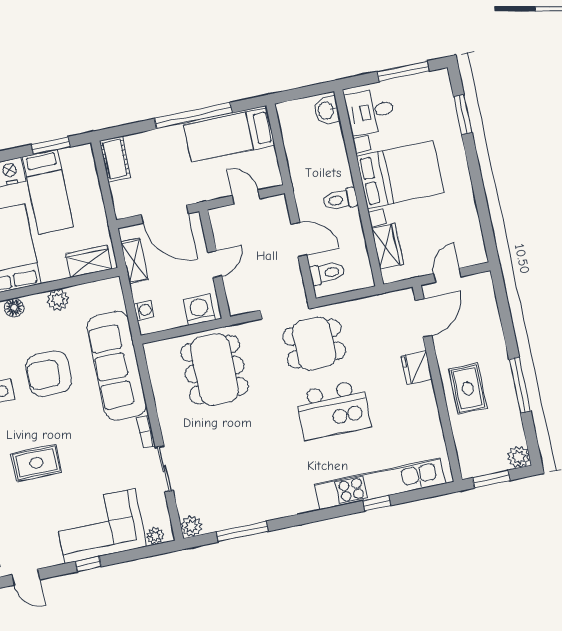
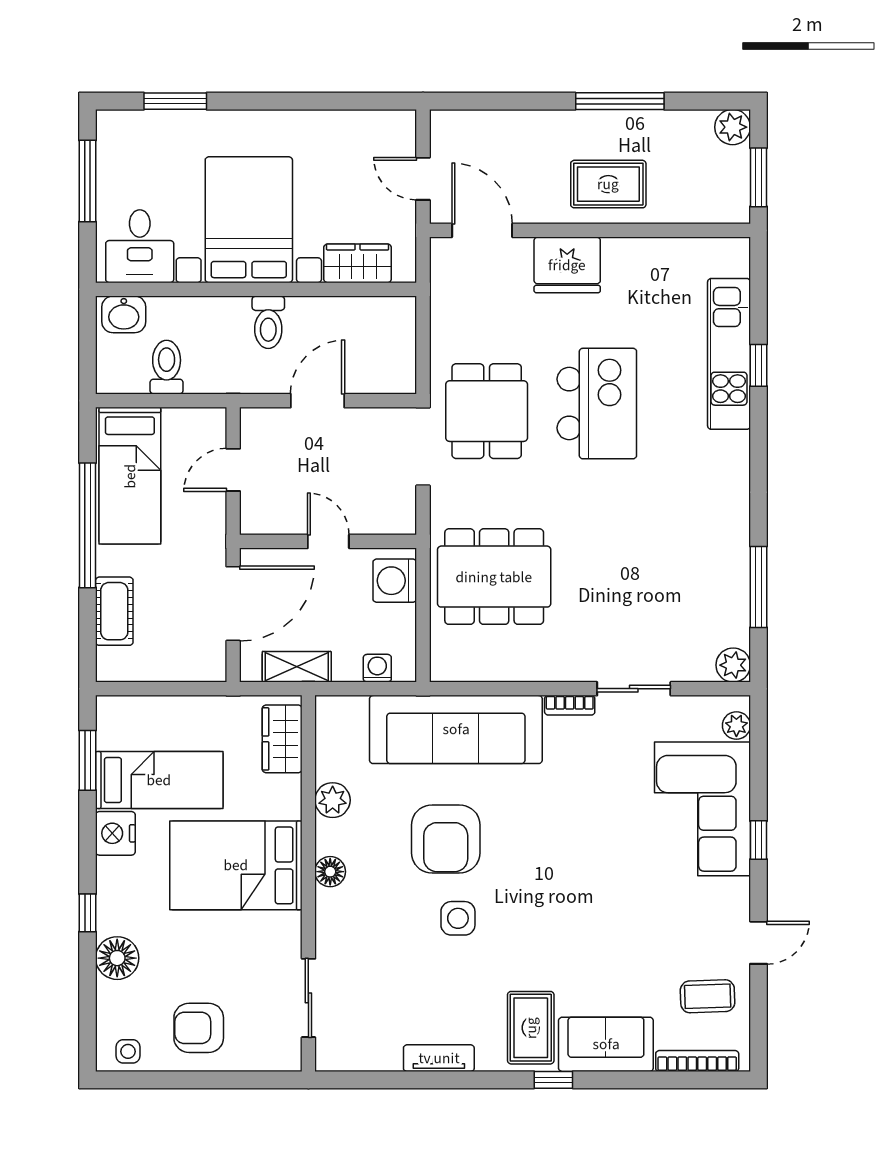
cot: (115, 159) -> (114, 611), moved, turned 90
toilet: (327, 273) -> (167, 367), moved
fridge: (417, 368) -> (567, 265), width x1.36, depth x1.34
rug: (36, 463) -> (582, 888), removed
kitchen unit: (380, 484) -> (729, 354), width x0.73

